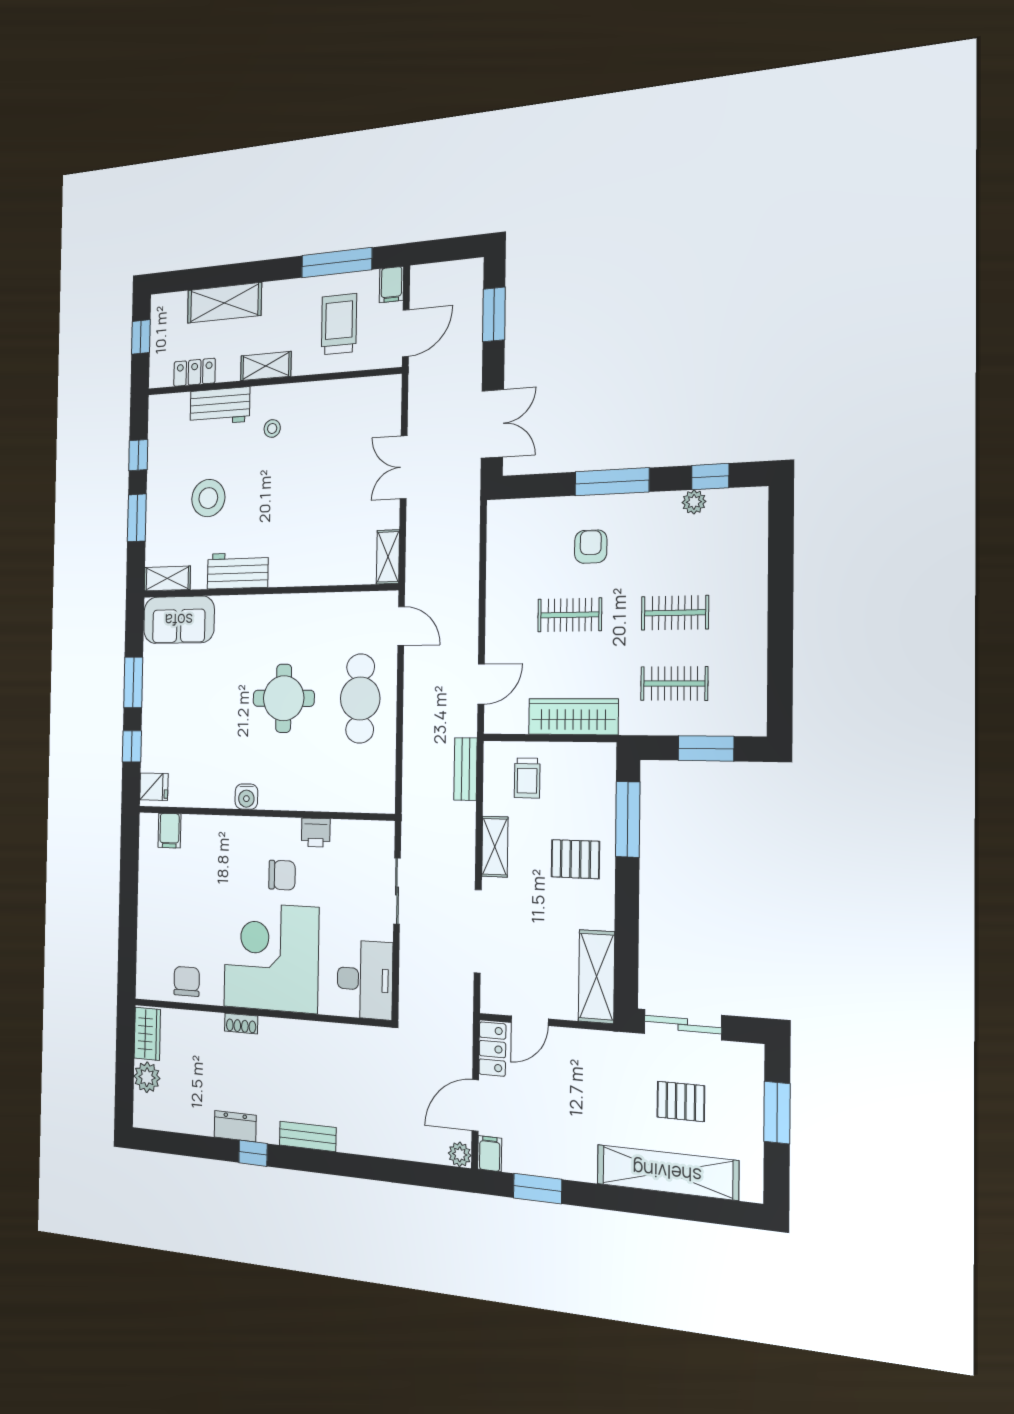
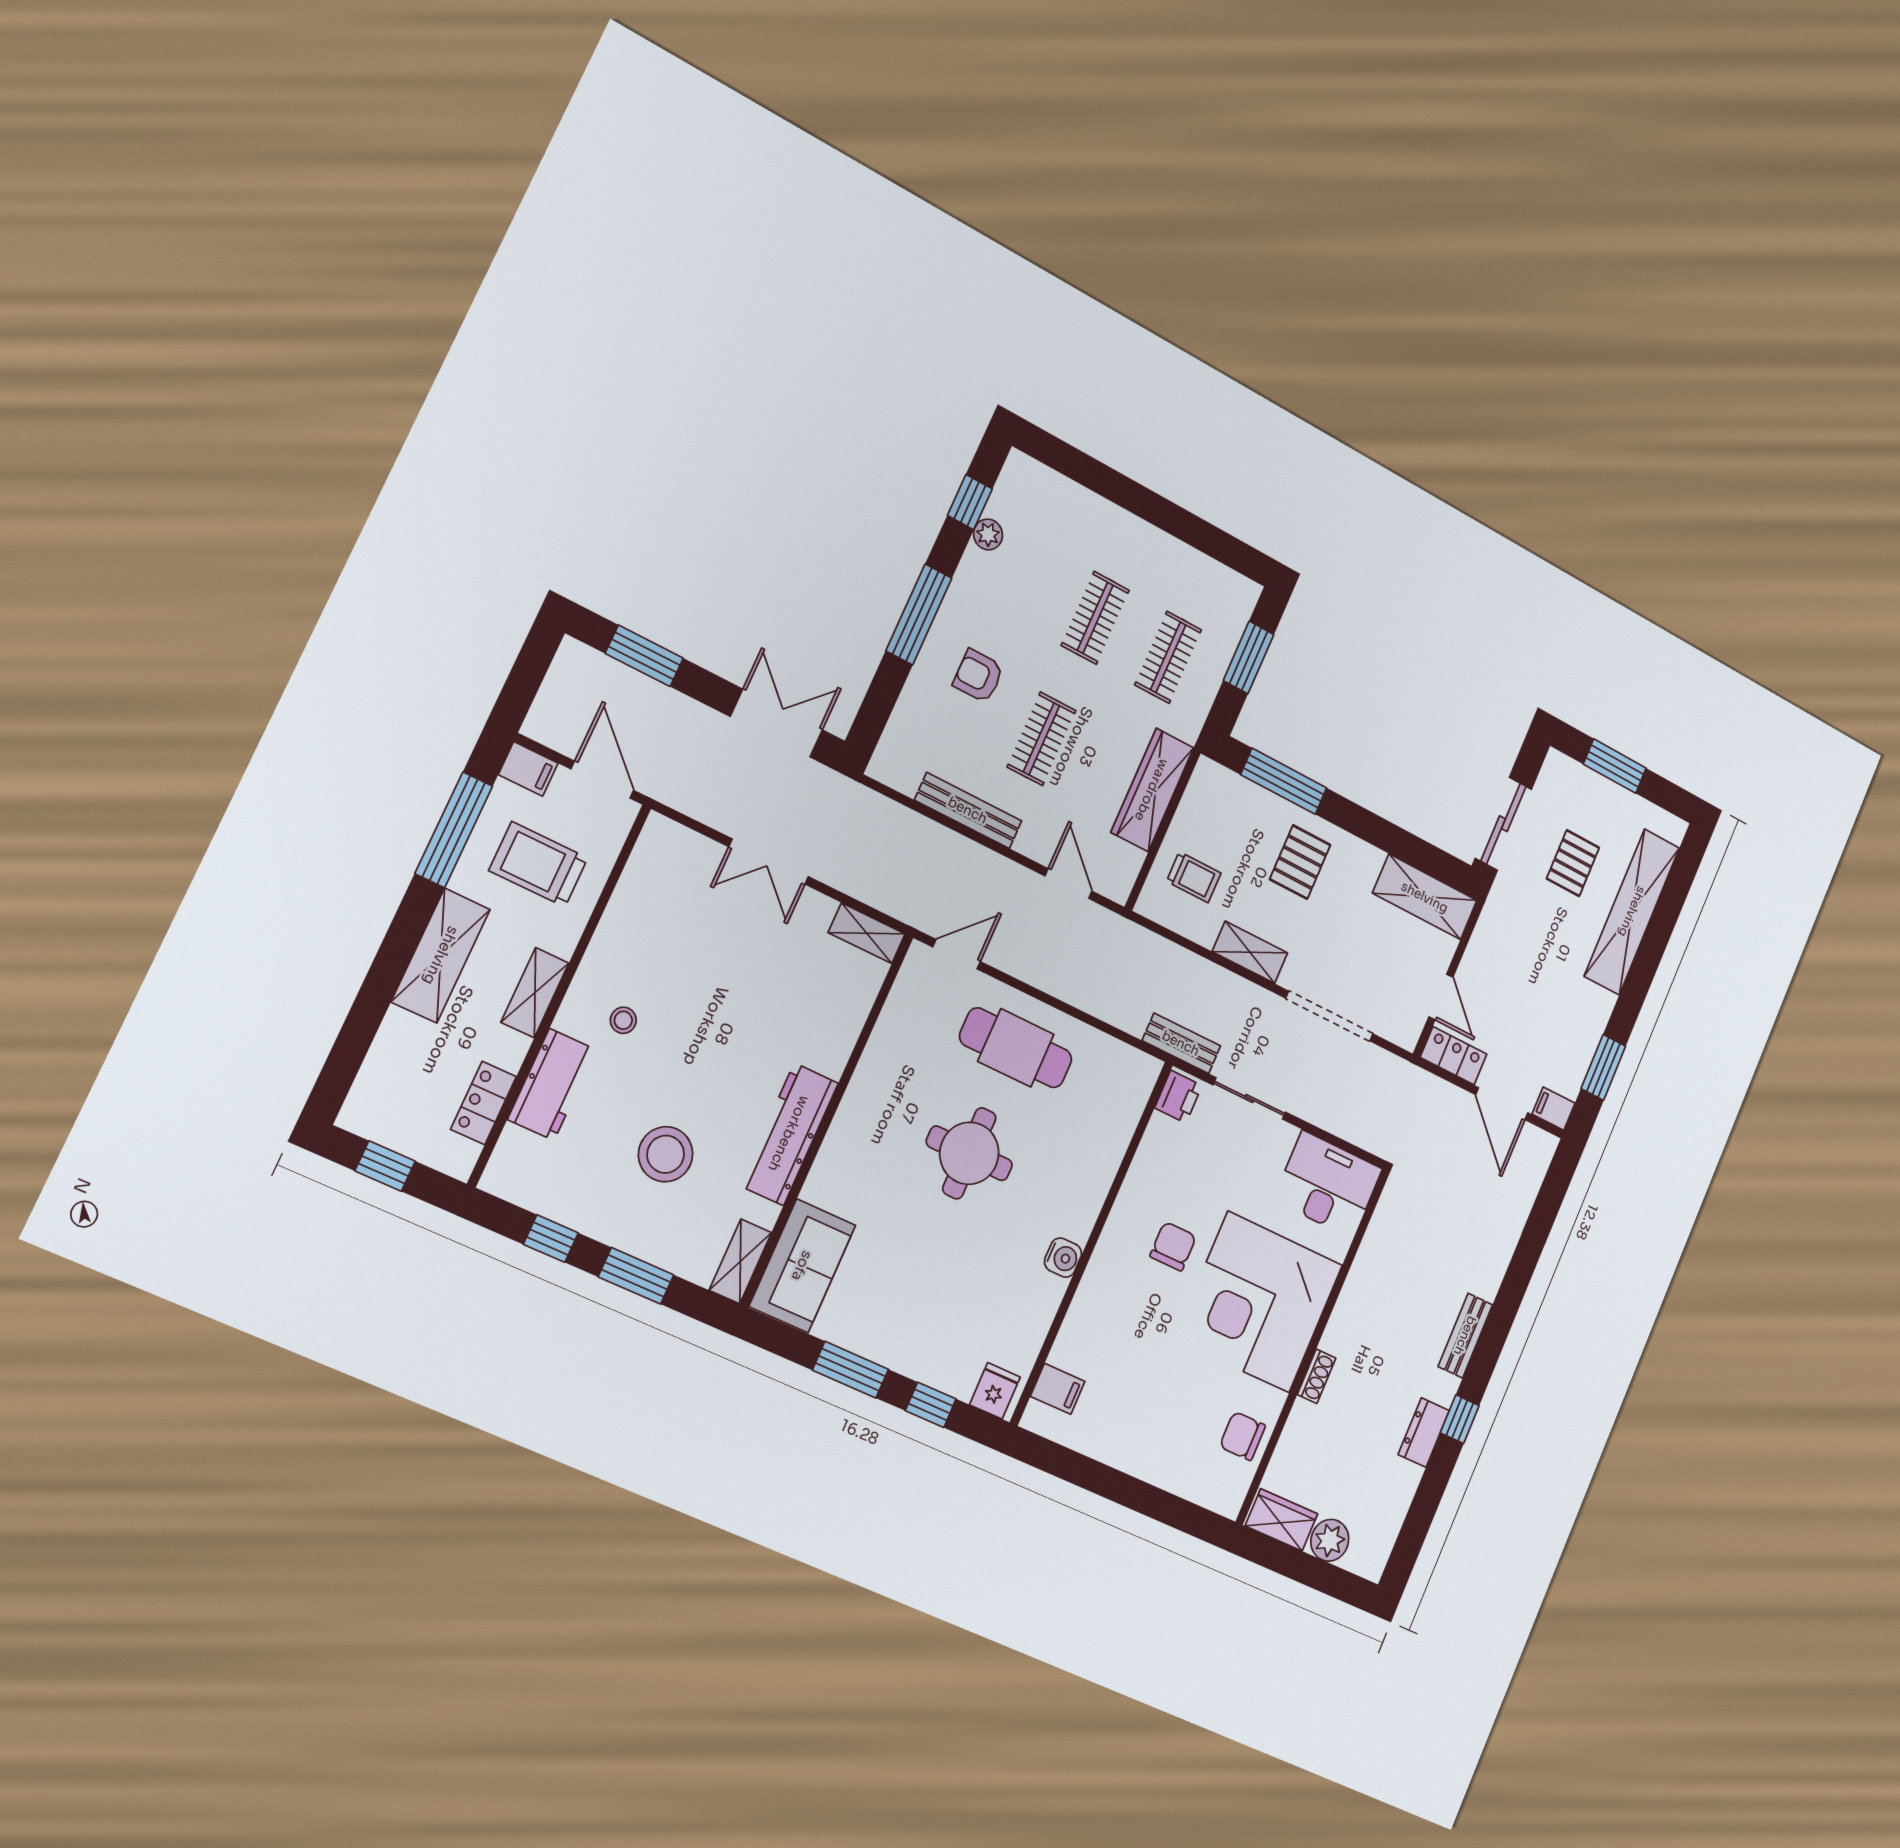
shelving: (224, 303) -> (441, 956), moved
workbench: (238, 571) -> (789, 1134), width x1.37
bench: (497, 586) -> (968, 810), added
bench: (465, 769) -> (1181, 1043), moved
printer: (316, 833) -> (1178, 1097), moved
plant: (460, 1154) -> (1543, 1146), removed

